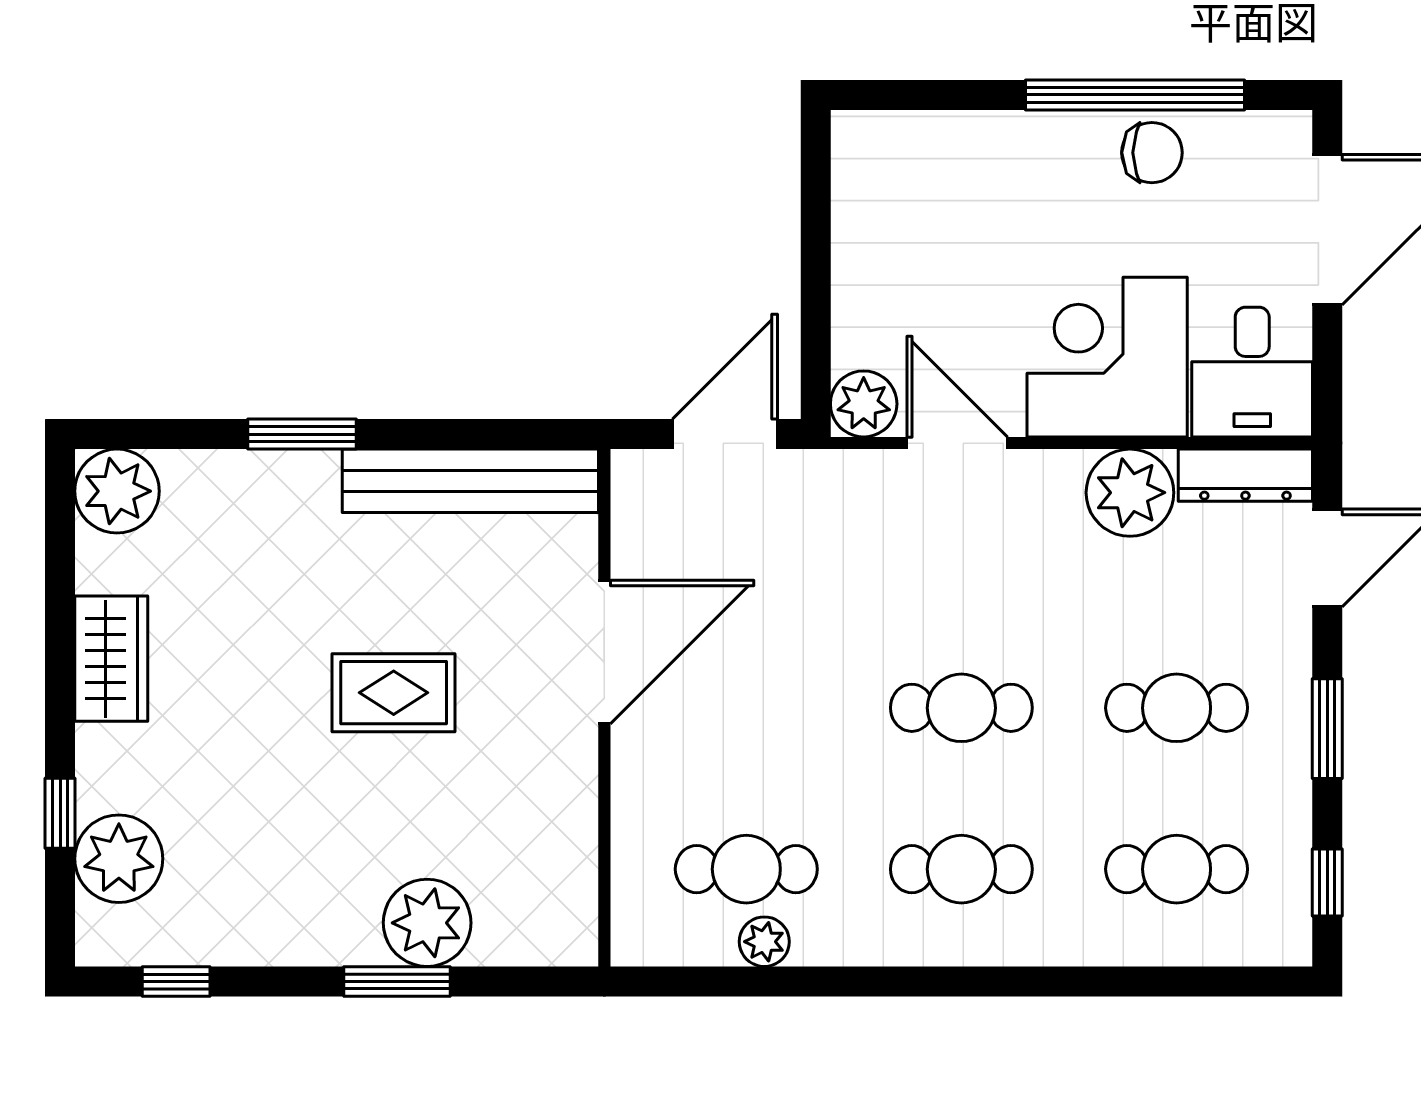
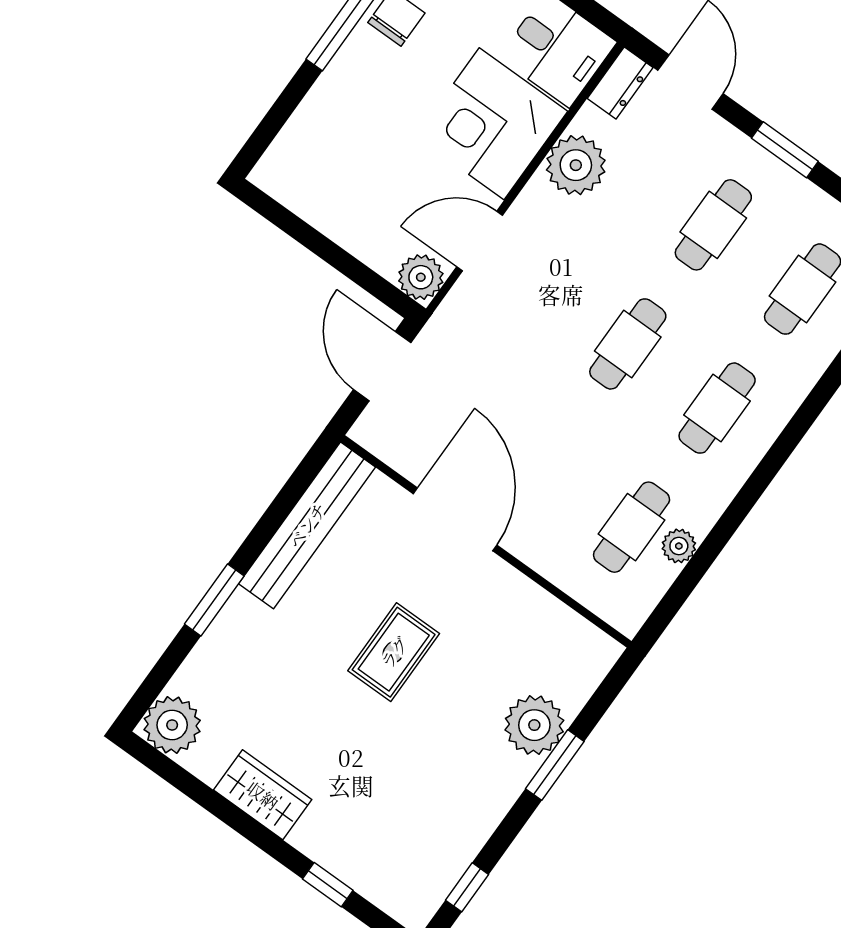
dresser: (1245, 475) -> (620, 83), width x0.70
plant: (119, 859) -> (376, 870), removed

